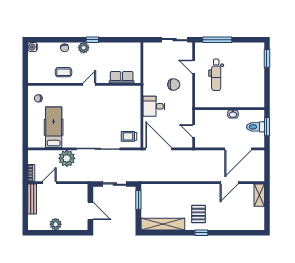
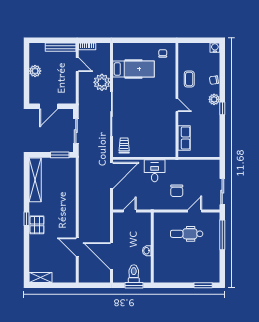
shelving: (259, 195) -> (41, 277), moved
pallet: (199, 214) -> (37, 225), moved, turned 90

